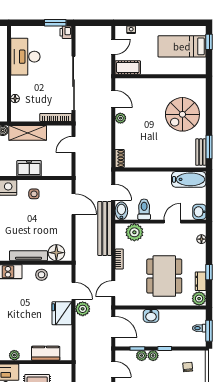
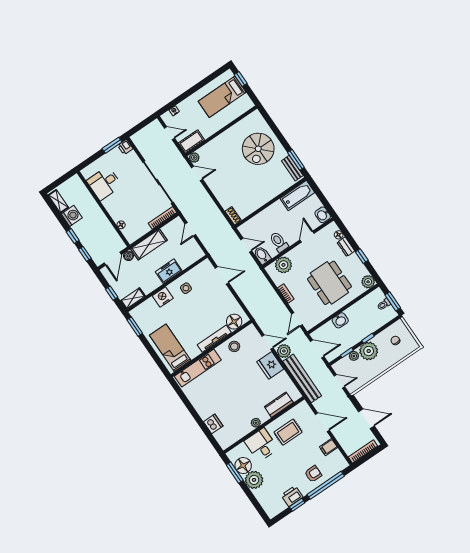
door: (113, 47) -> (169, 133), hinge flipped
desk: (25, 57) -> (104, 183), width x0.73
plant: (120, 118) -> (194, 158), moved
bench: (105, 228) -> (302, 378), moved
dresser: (201, 281) -> (346, 247), moved
plant: (153, 356) -> (369, 351), width x1.88, depth x1.88

